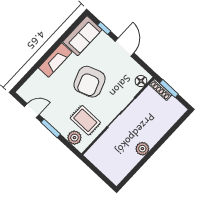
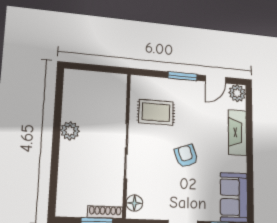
fireplace: (55, 60) -> (237, 132), moved
armchair: (90, 82) -> (186, 156), width x0.53, depth x0.53
plant: (74, 138) -> (237, 93), moved

